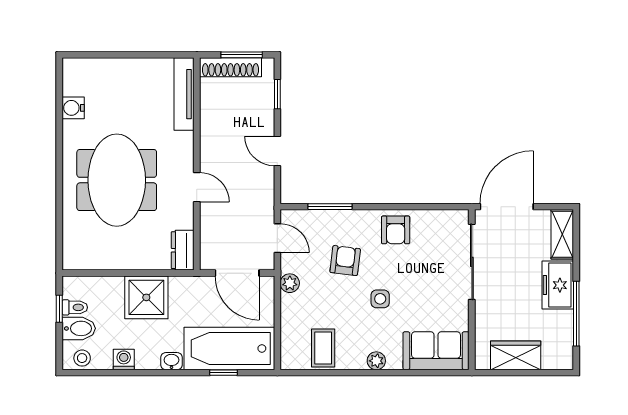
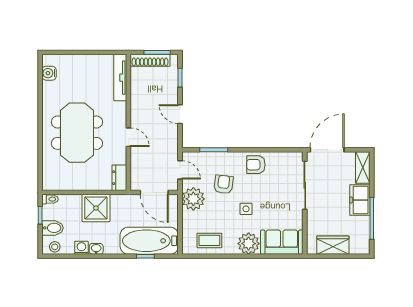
water cooler: (73, 108) -> (49, 73), moved
armchair: (396, 230) -> (256, 165), turned 90
plant: (290, 283) -> (193, 199), width x1.87, depth x1.87
toilet: (75, 307) -> (50, 199), moved
coffee table: (323, 348) -> (209, 240), turned 90
washbasin: (171, 361) -> (96, 249), moved
plant: (376, 361) -> (249, 244), width x1.88, depth x1.88

